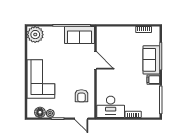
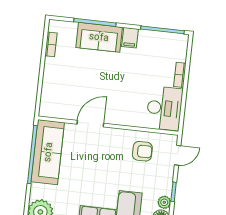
sofa: (80, 35) -> (48, 152), width x1.36

